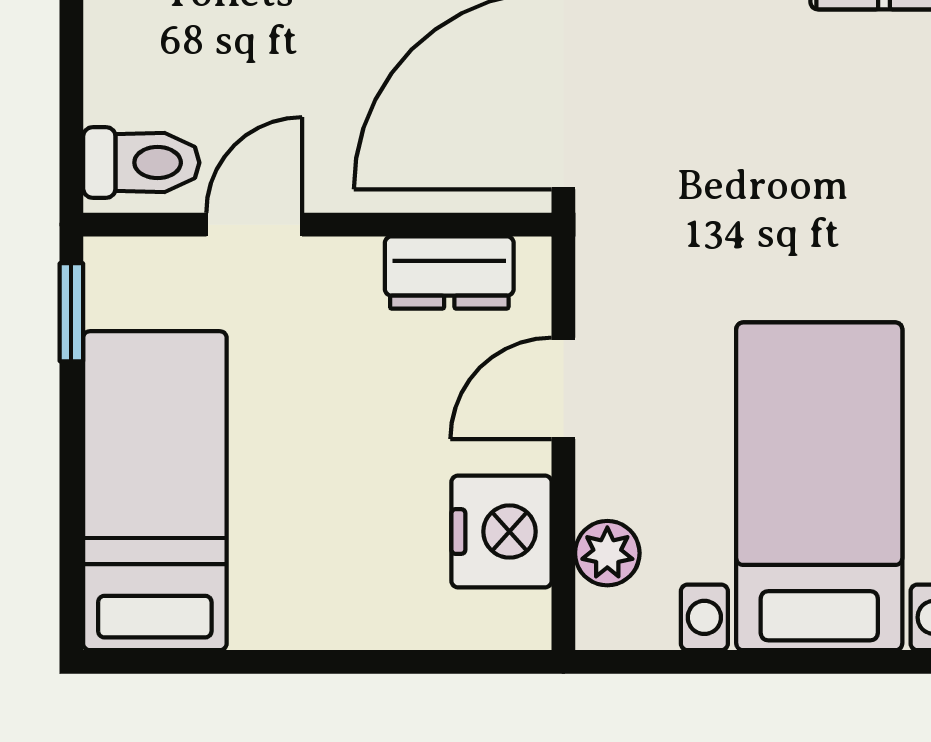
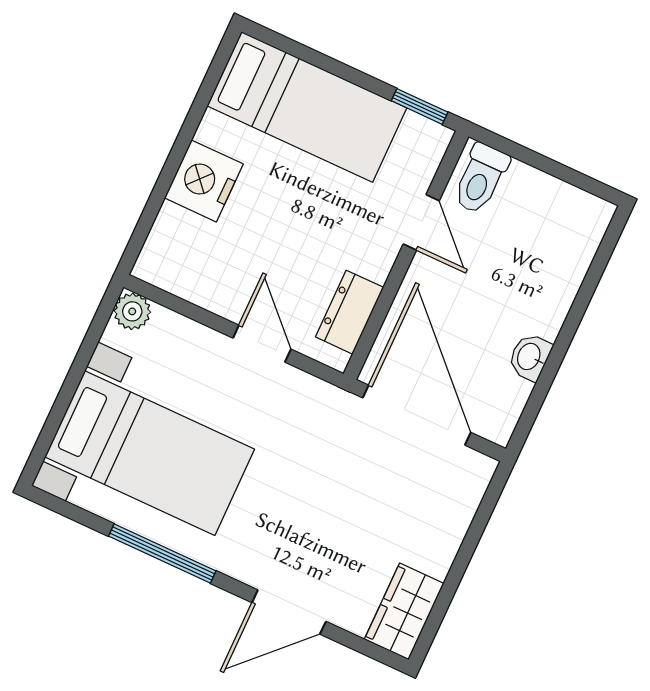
nightstand: (501, 532) -> (204, 181), moved, turned 90
plant: (607, 553) -> (132, 311), moved

